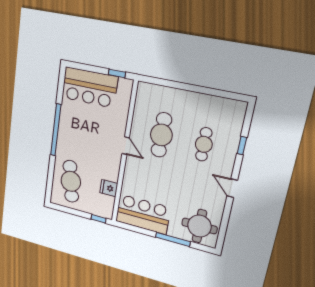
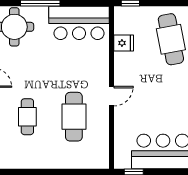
door: (126, 146) -> (111, 96), swing flipped

